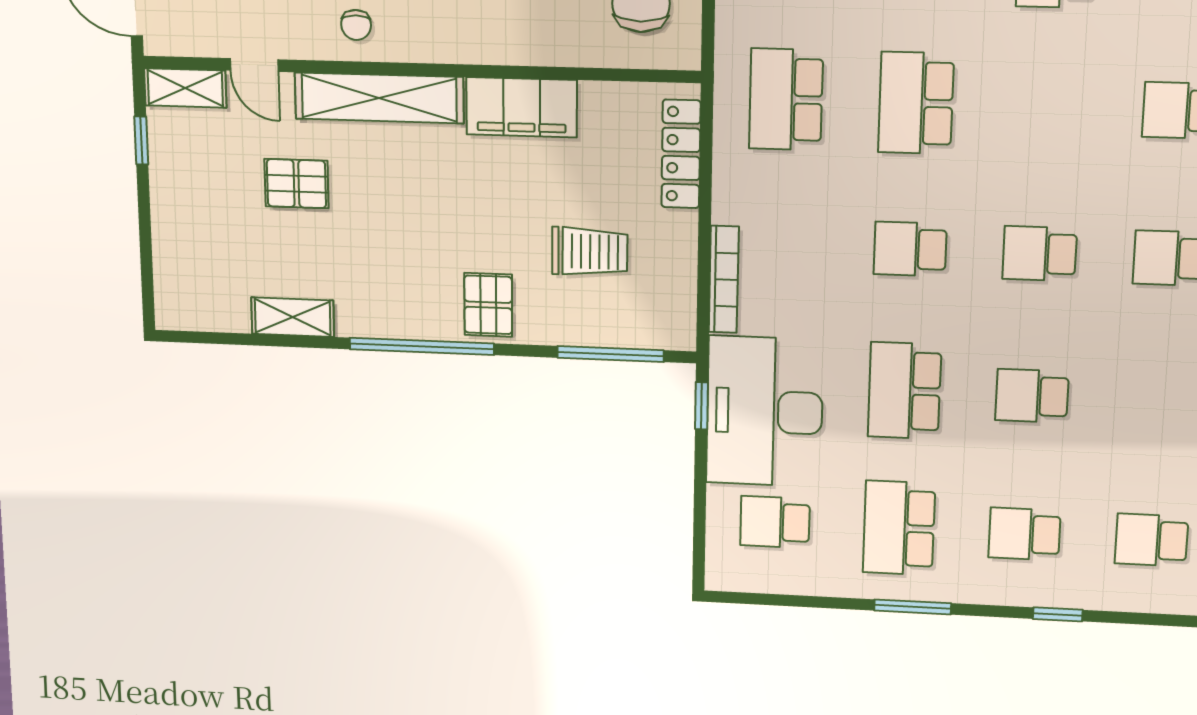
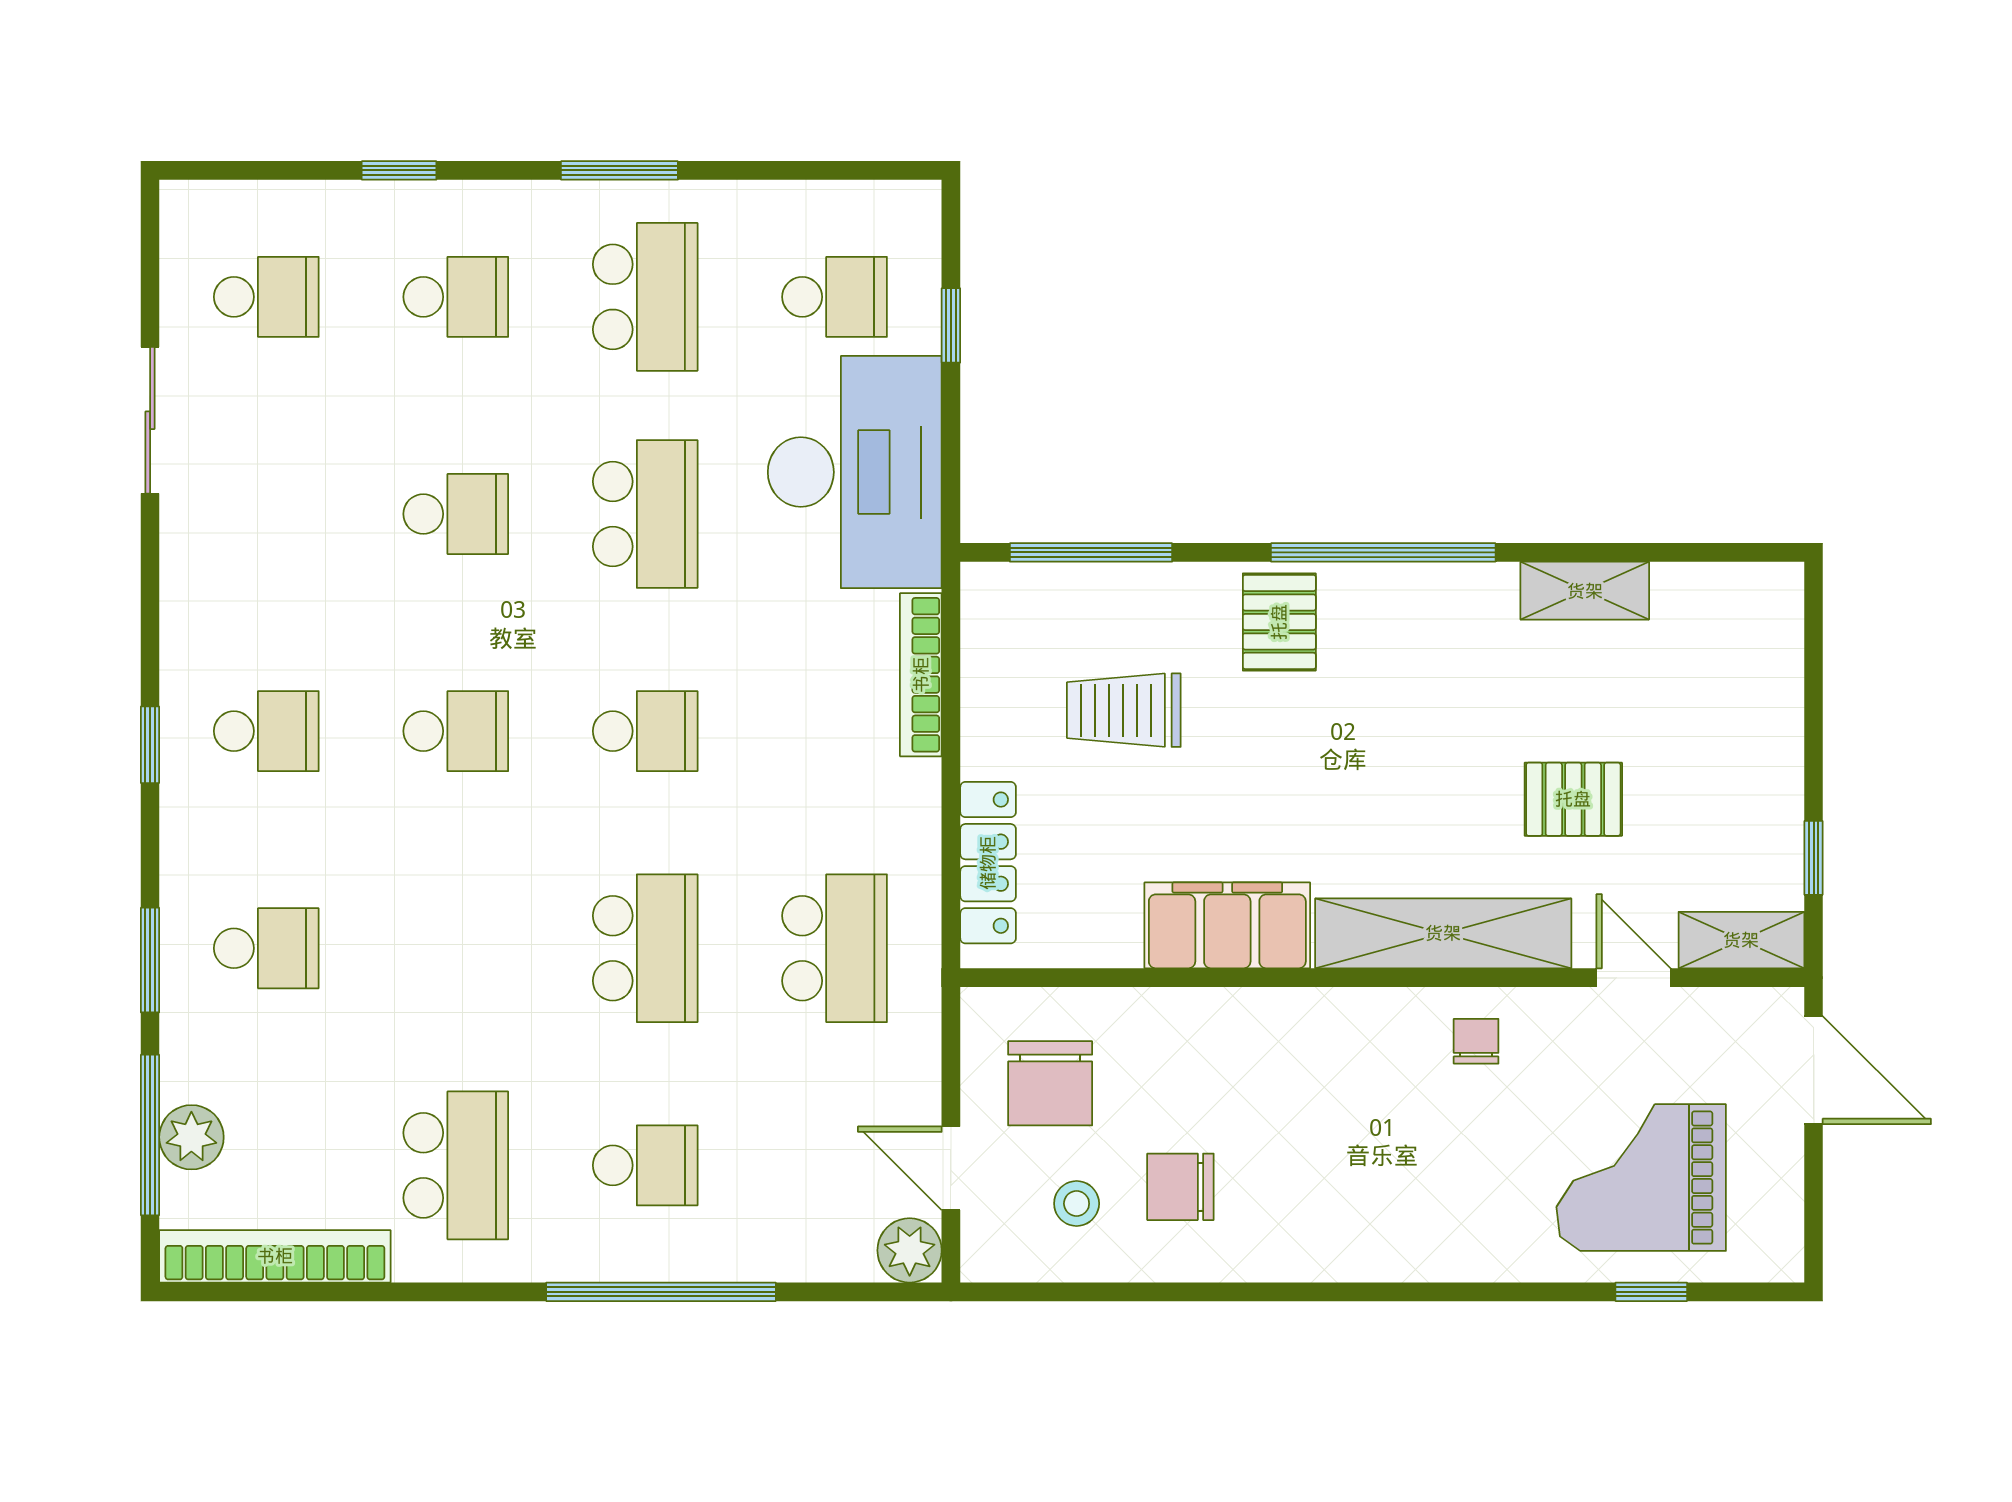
window: (701, 406) -> (951, 325), moved

